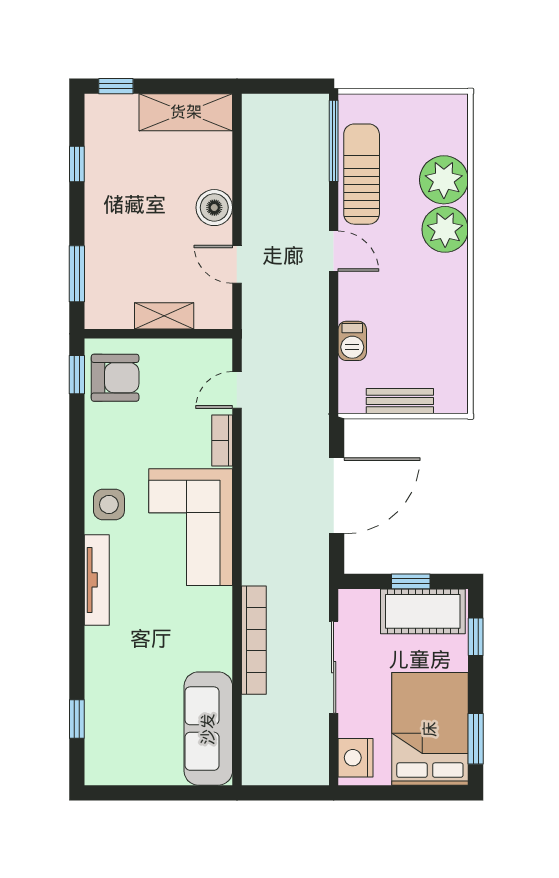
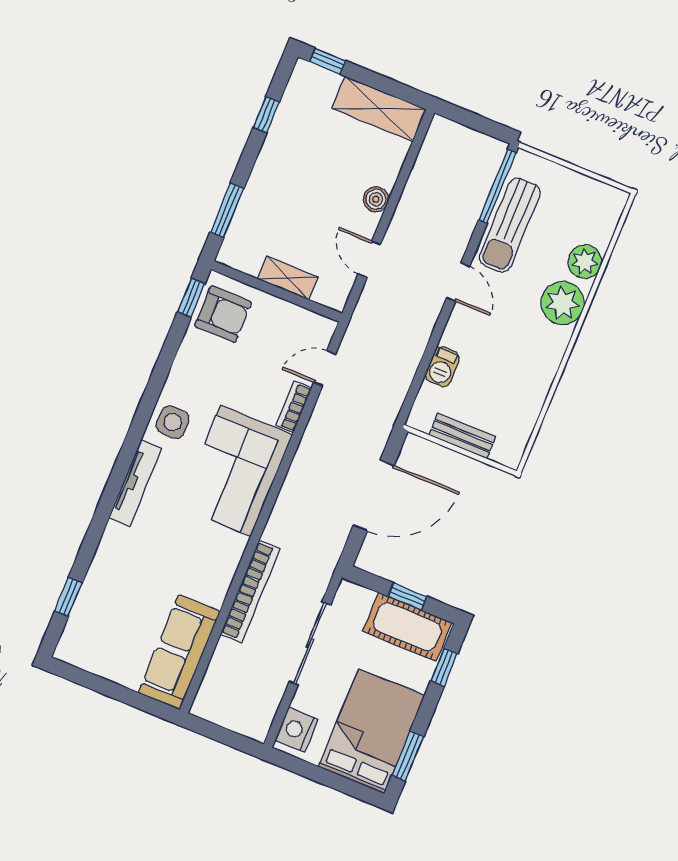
sun lounger: (362, 174) -> (510, 225), turned 180
plant: (444, 180) -> (585, 262), width x0.73, depth x0.73
boiler: (214, 208) -> (376, 199), width x0.73, depth x0.73

